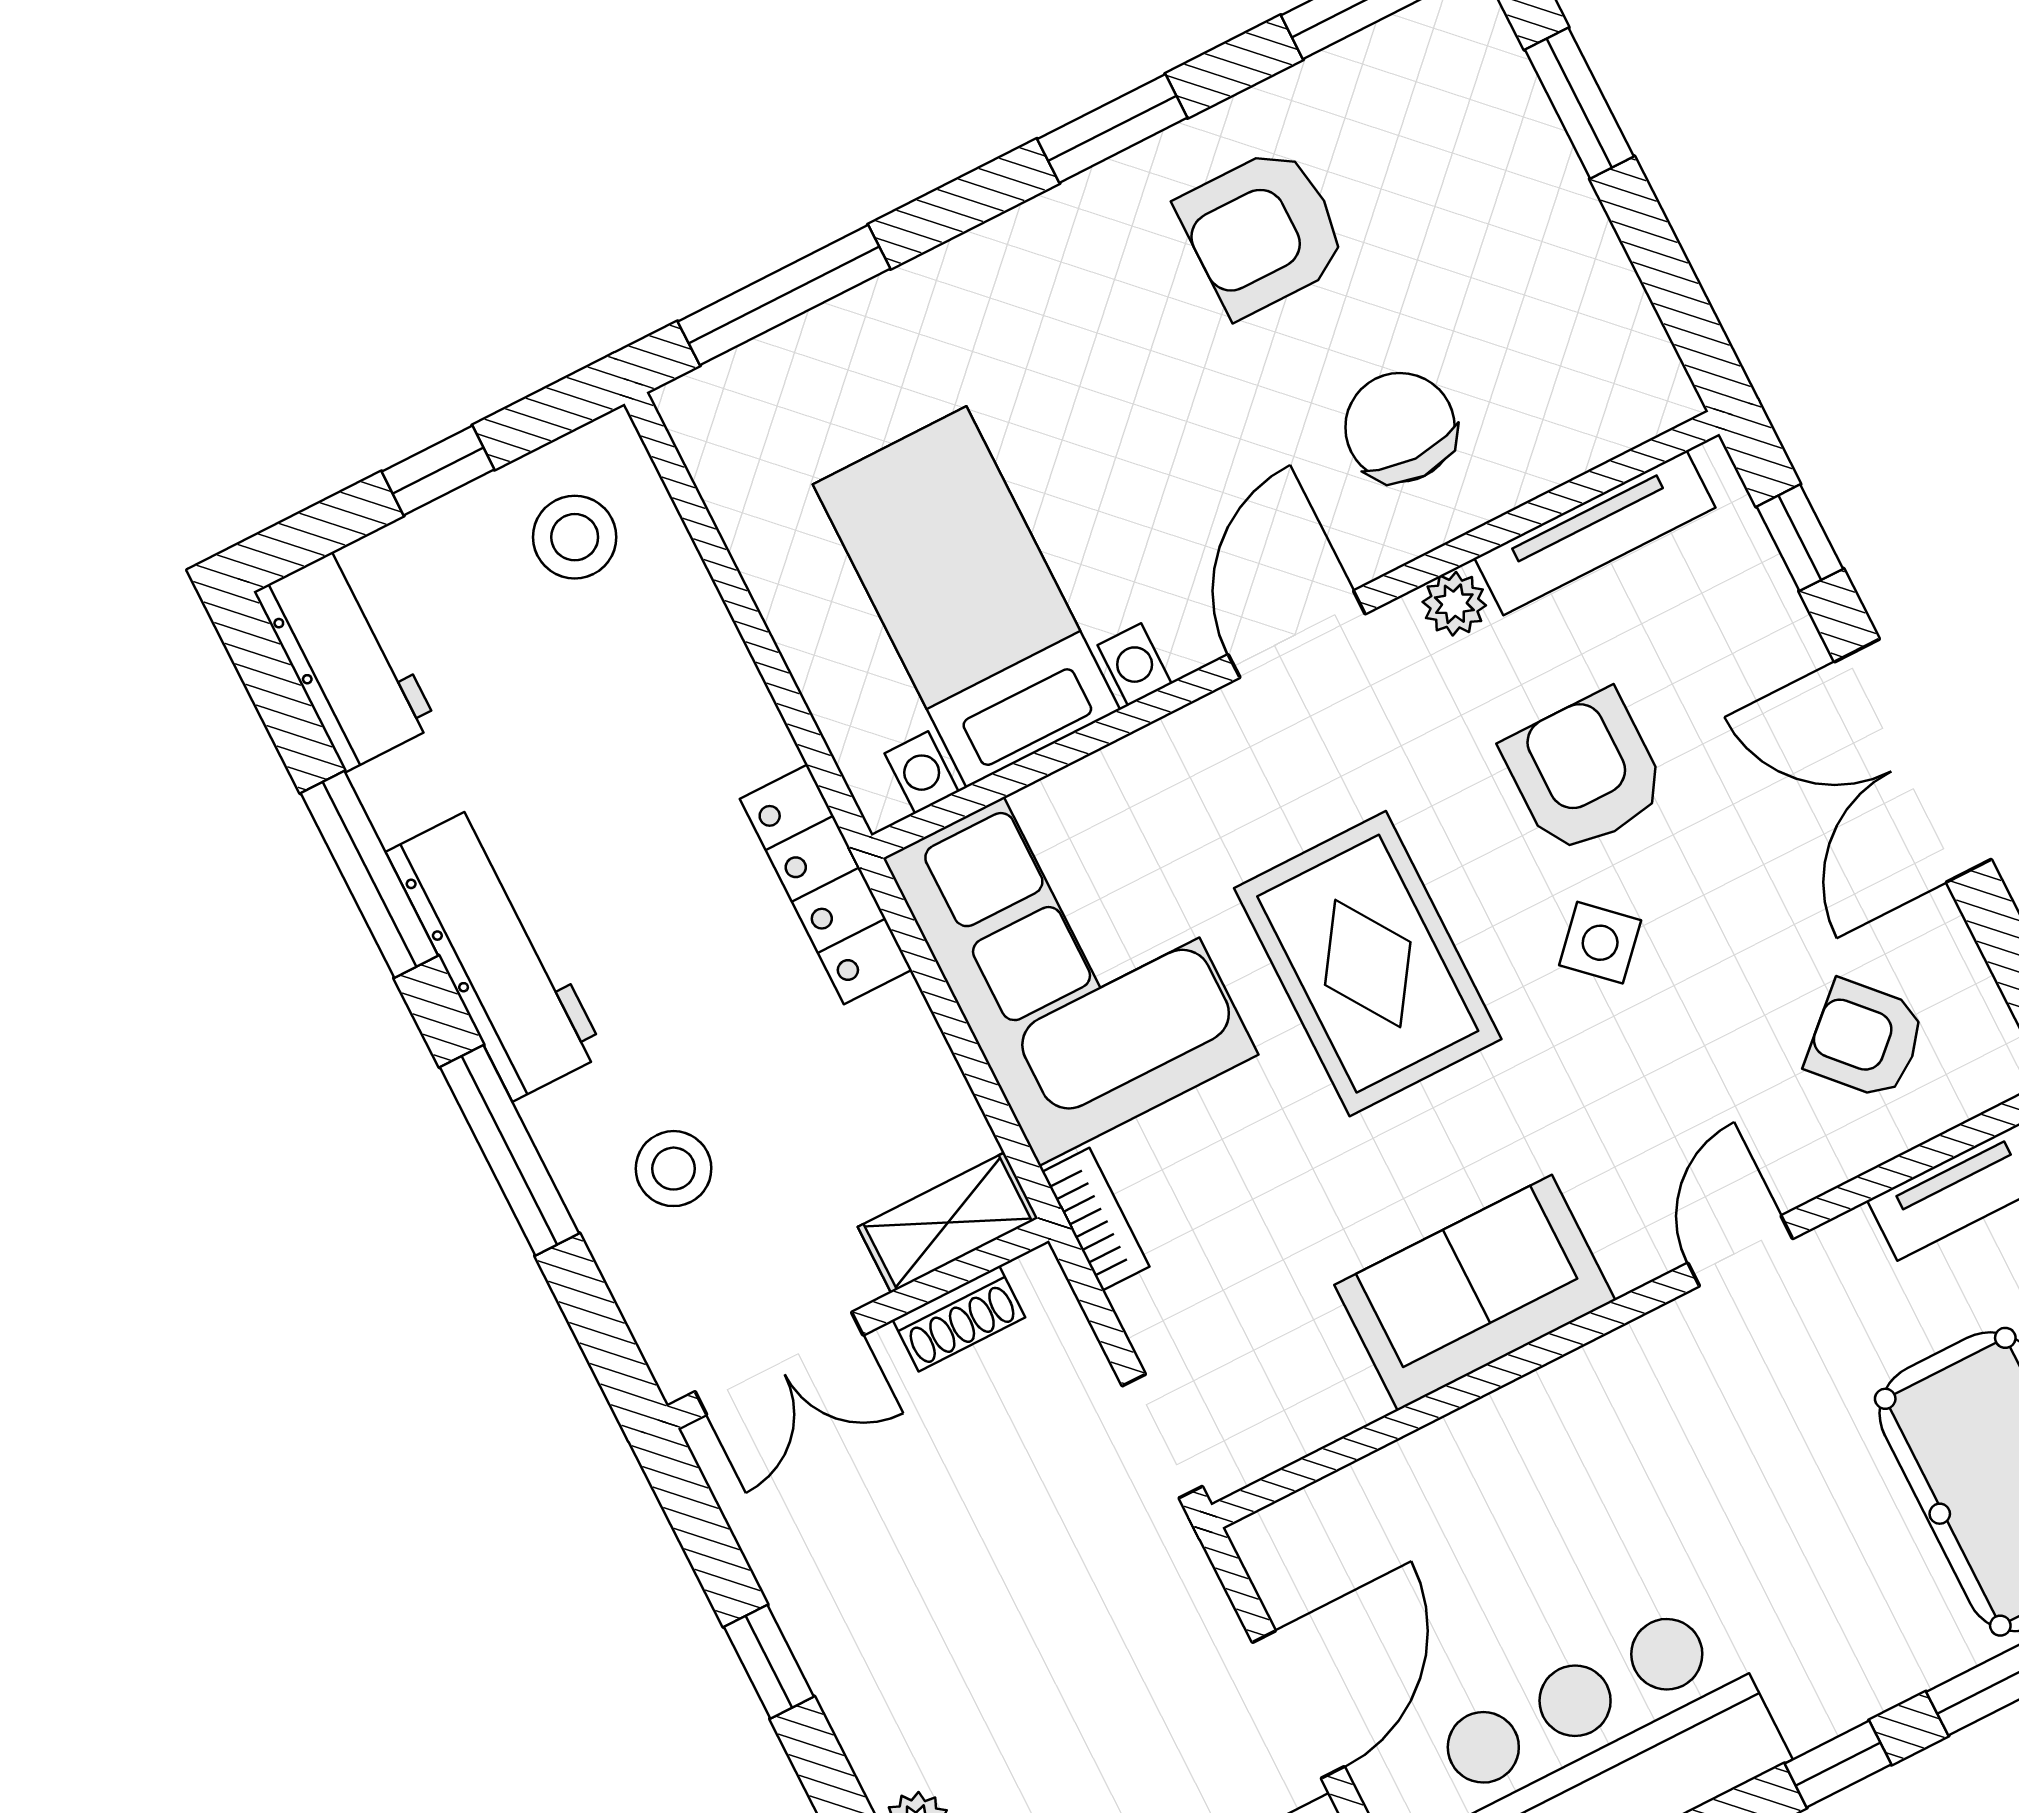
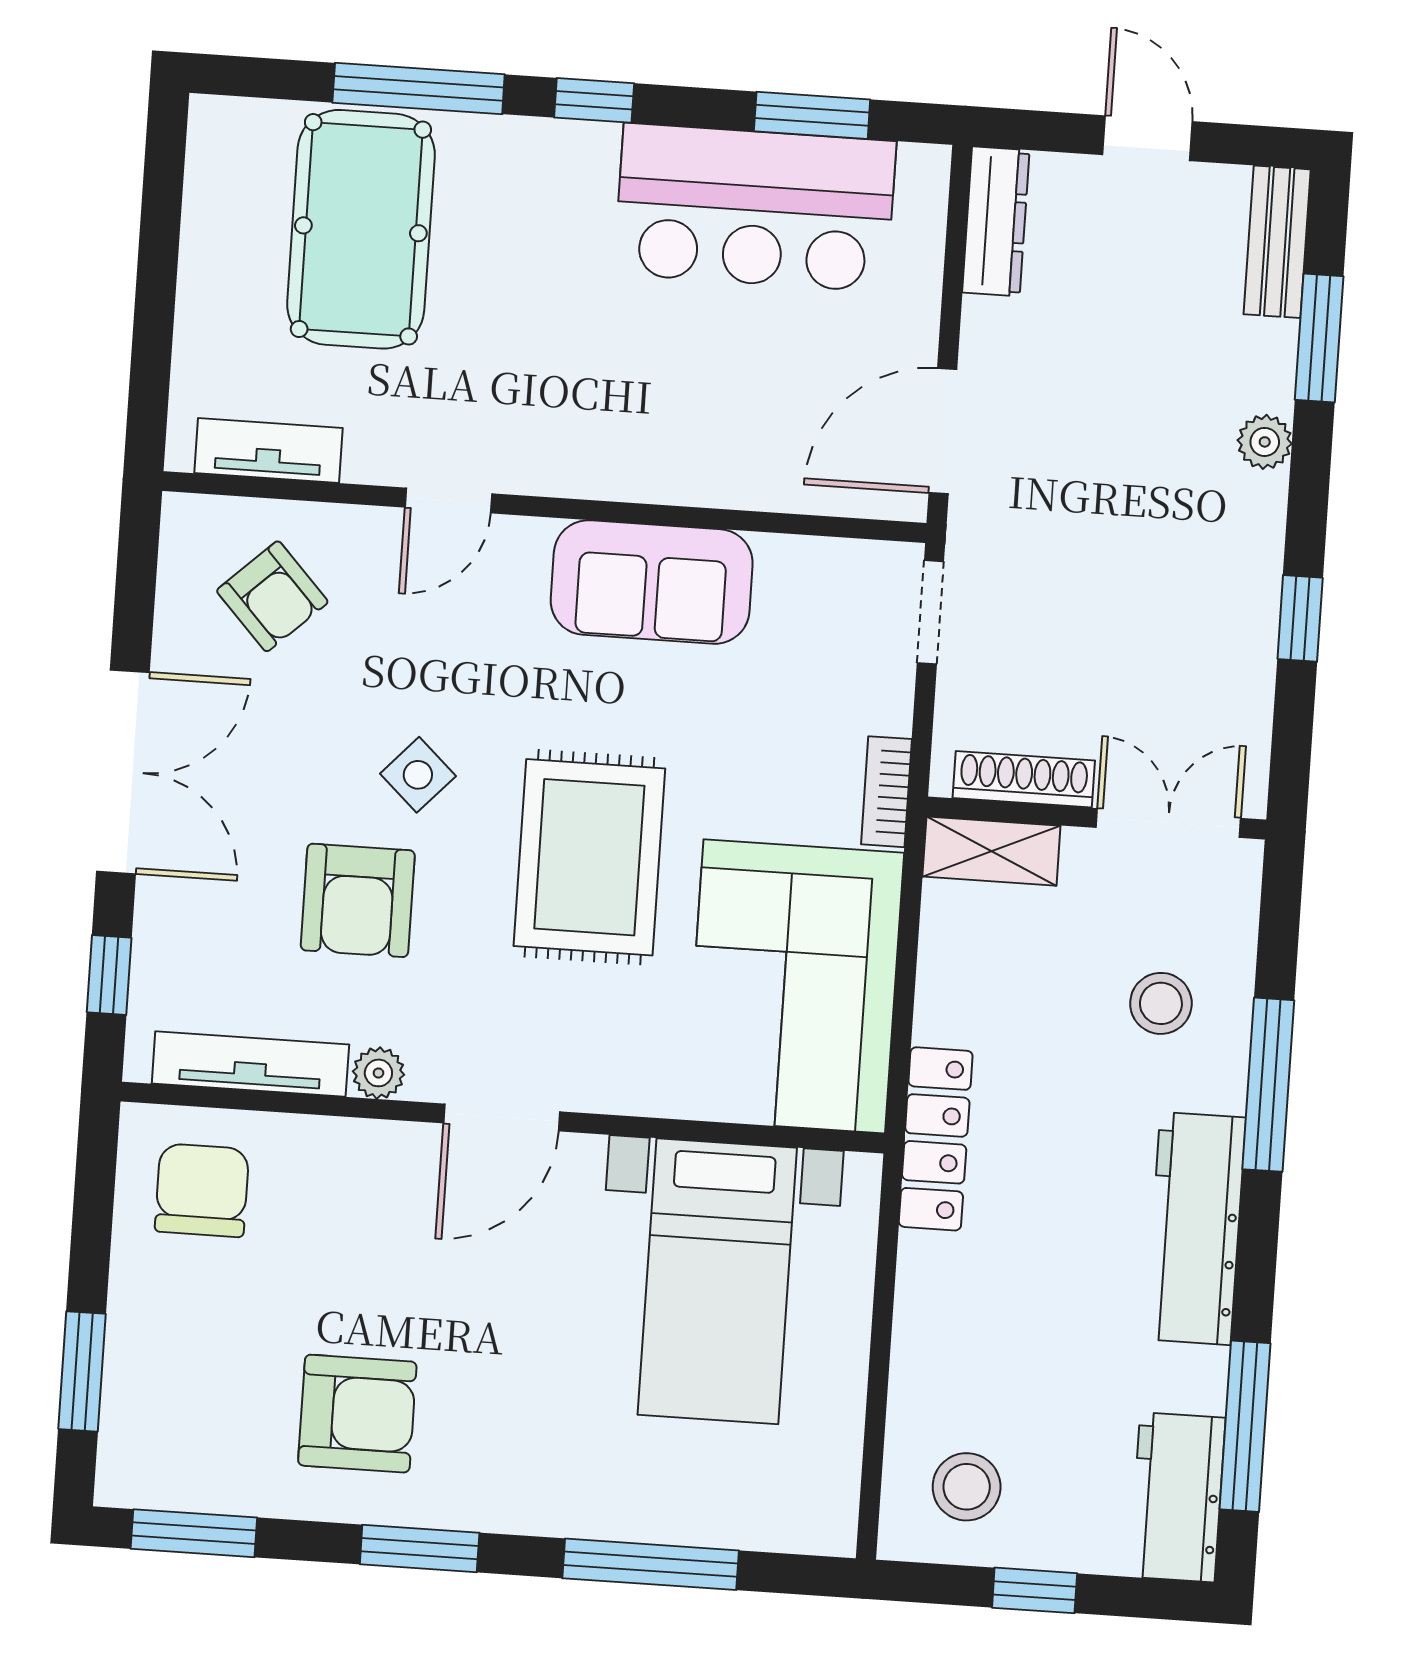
window: (784, 295) -> (651, 1564), moved
chair: (1400, 427) -> (202, 1190), moved, turned 180
window: (369, 874) -> (1245, 1426), moved
shoe rack: (959, 1319) -> (1024, 779), width x1.43
door: (1298, 1705) -> (943, 431), moved

